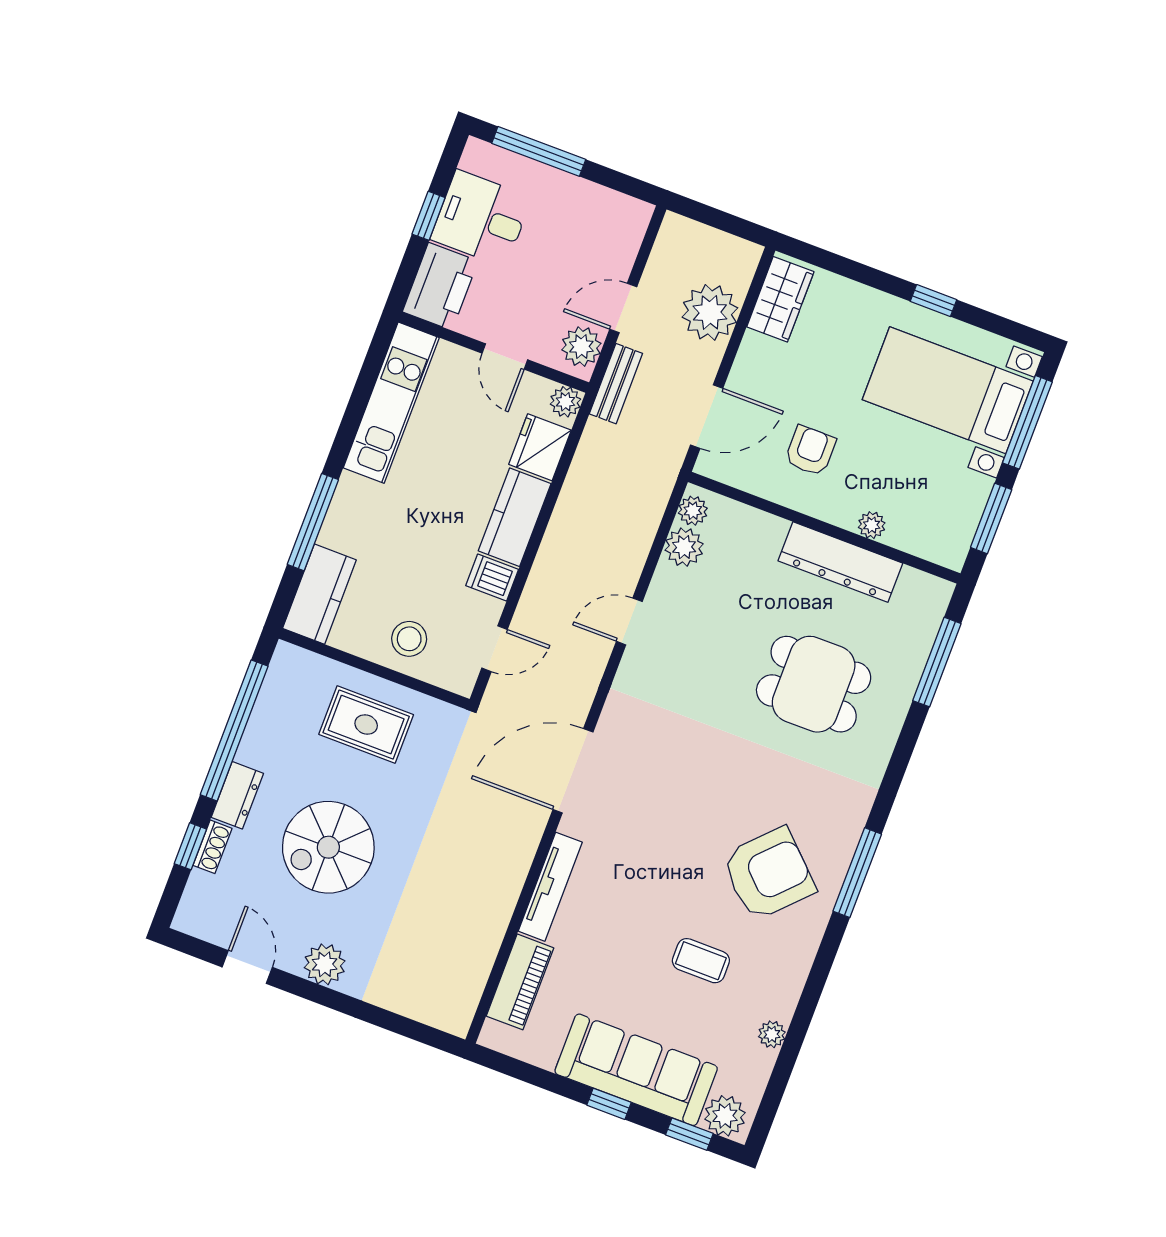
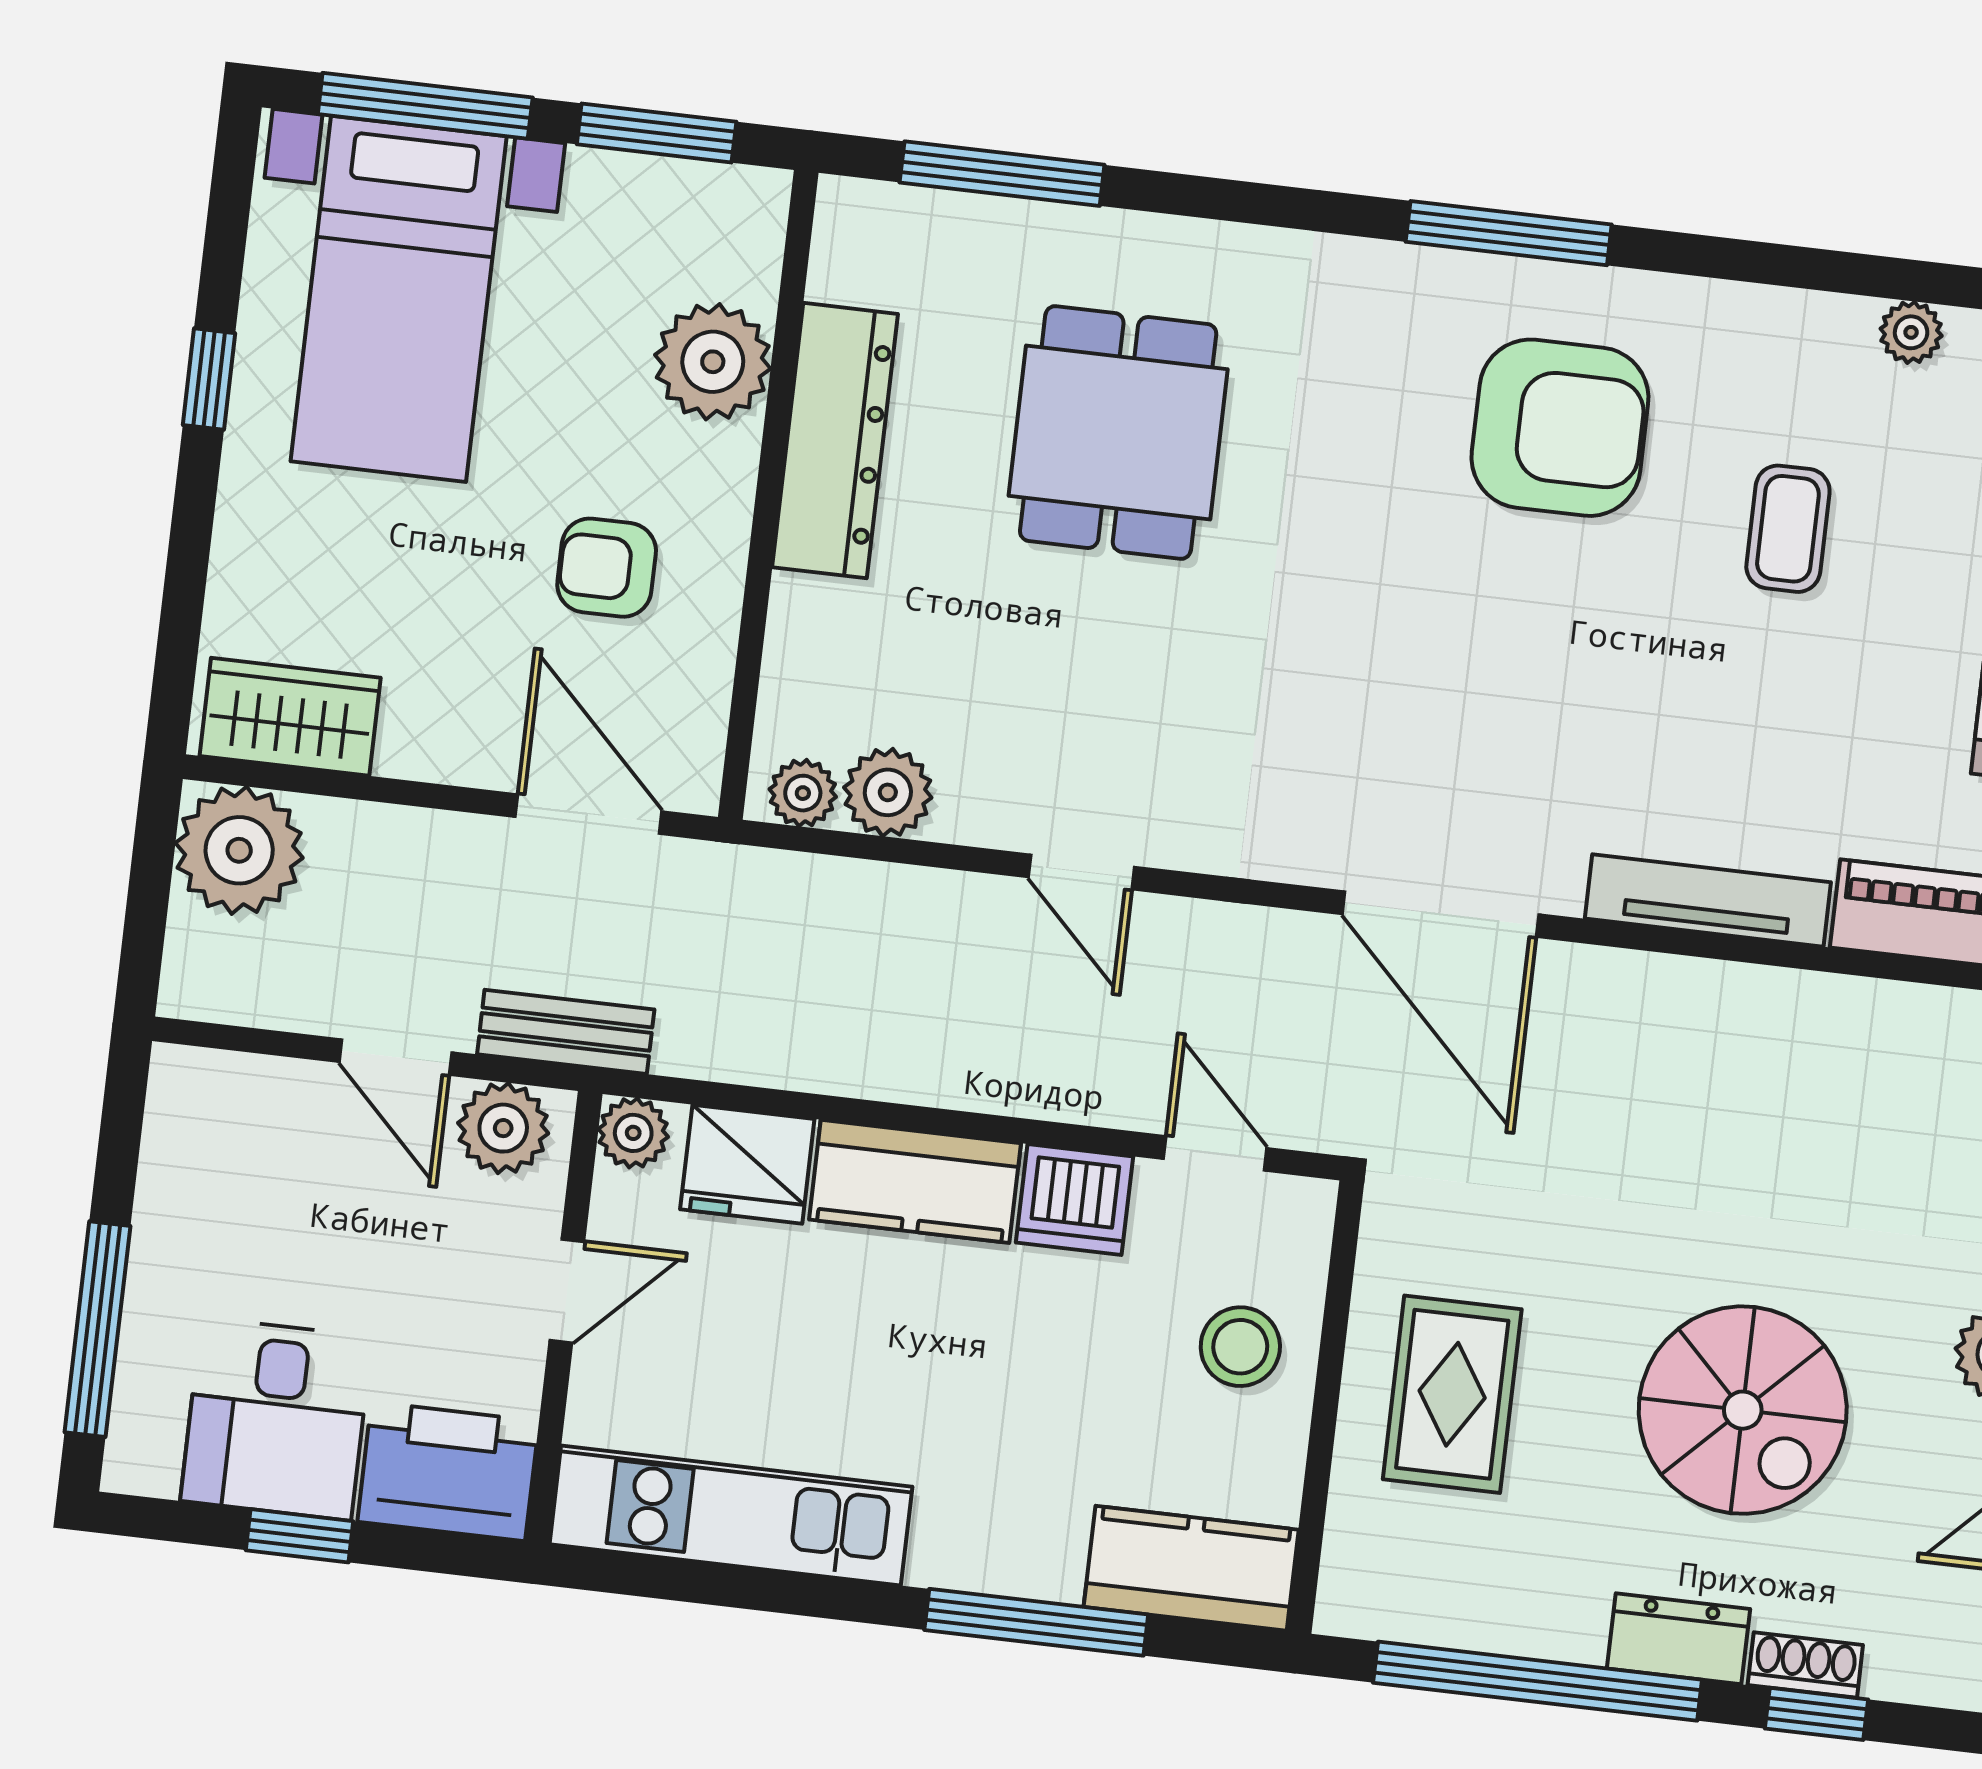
plant: (710, 312) -> (239, 850), moved
plant: (872, 525) -> (713, 362), width x1.88, depth x1.88
dishwasher: (492, 578) -> (1075, 1199), width x1.38
armchair: (768, 874) -> (1560, 428), turned 136

